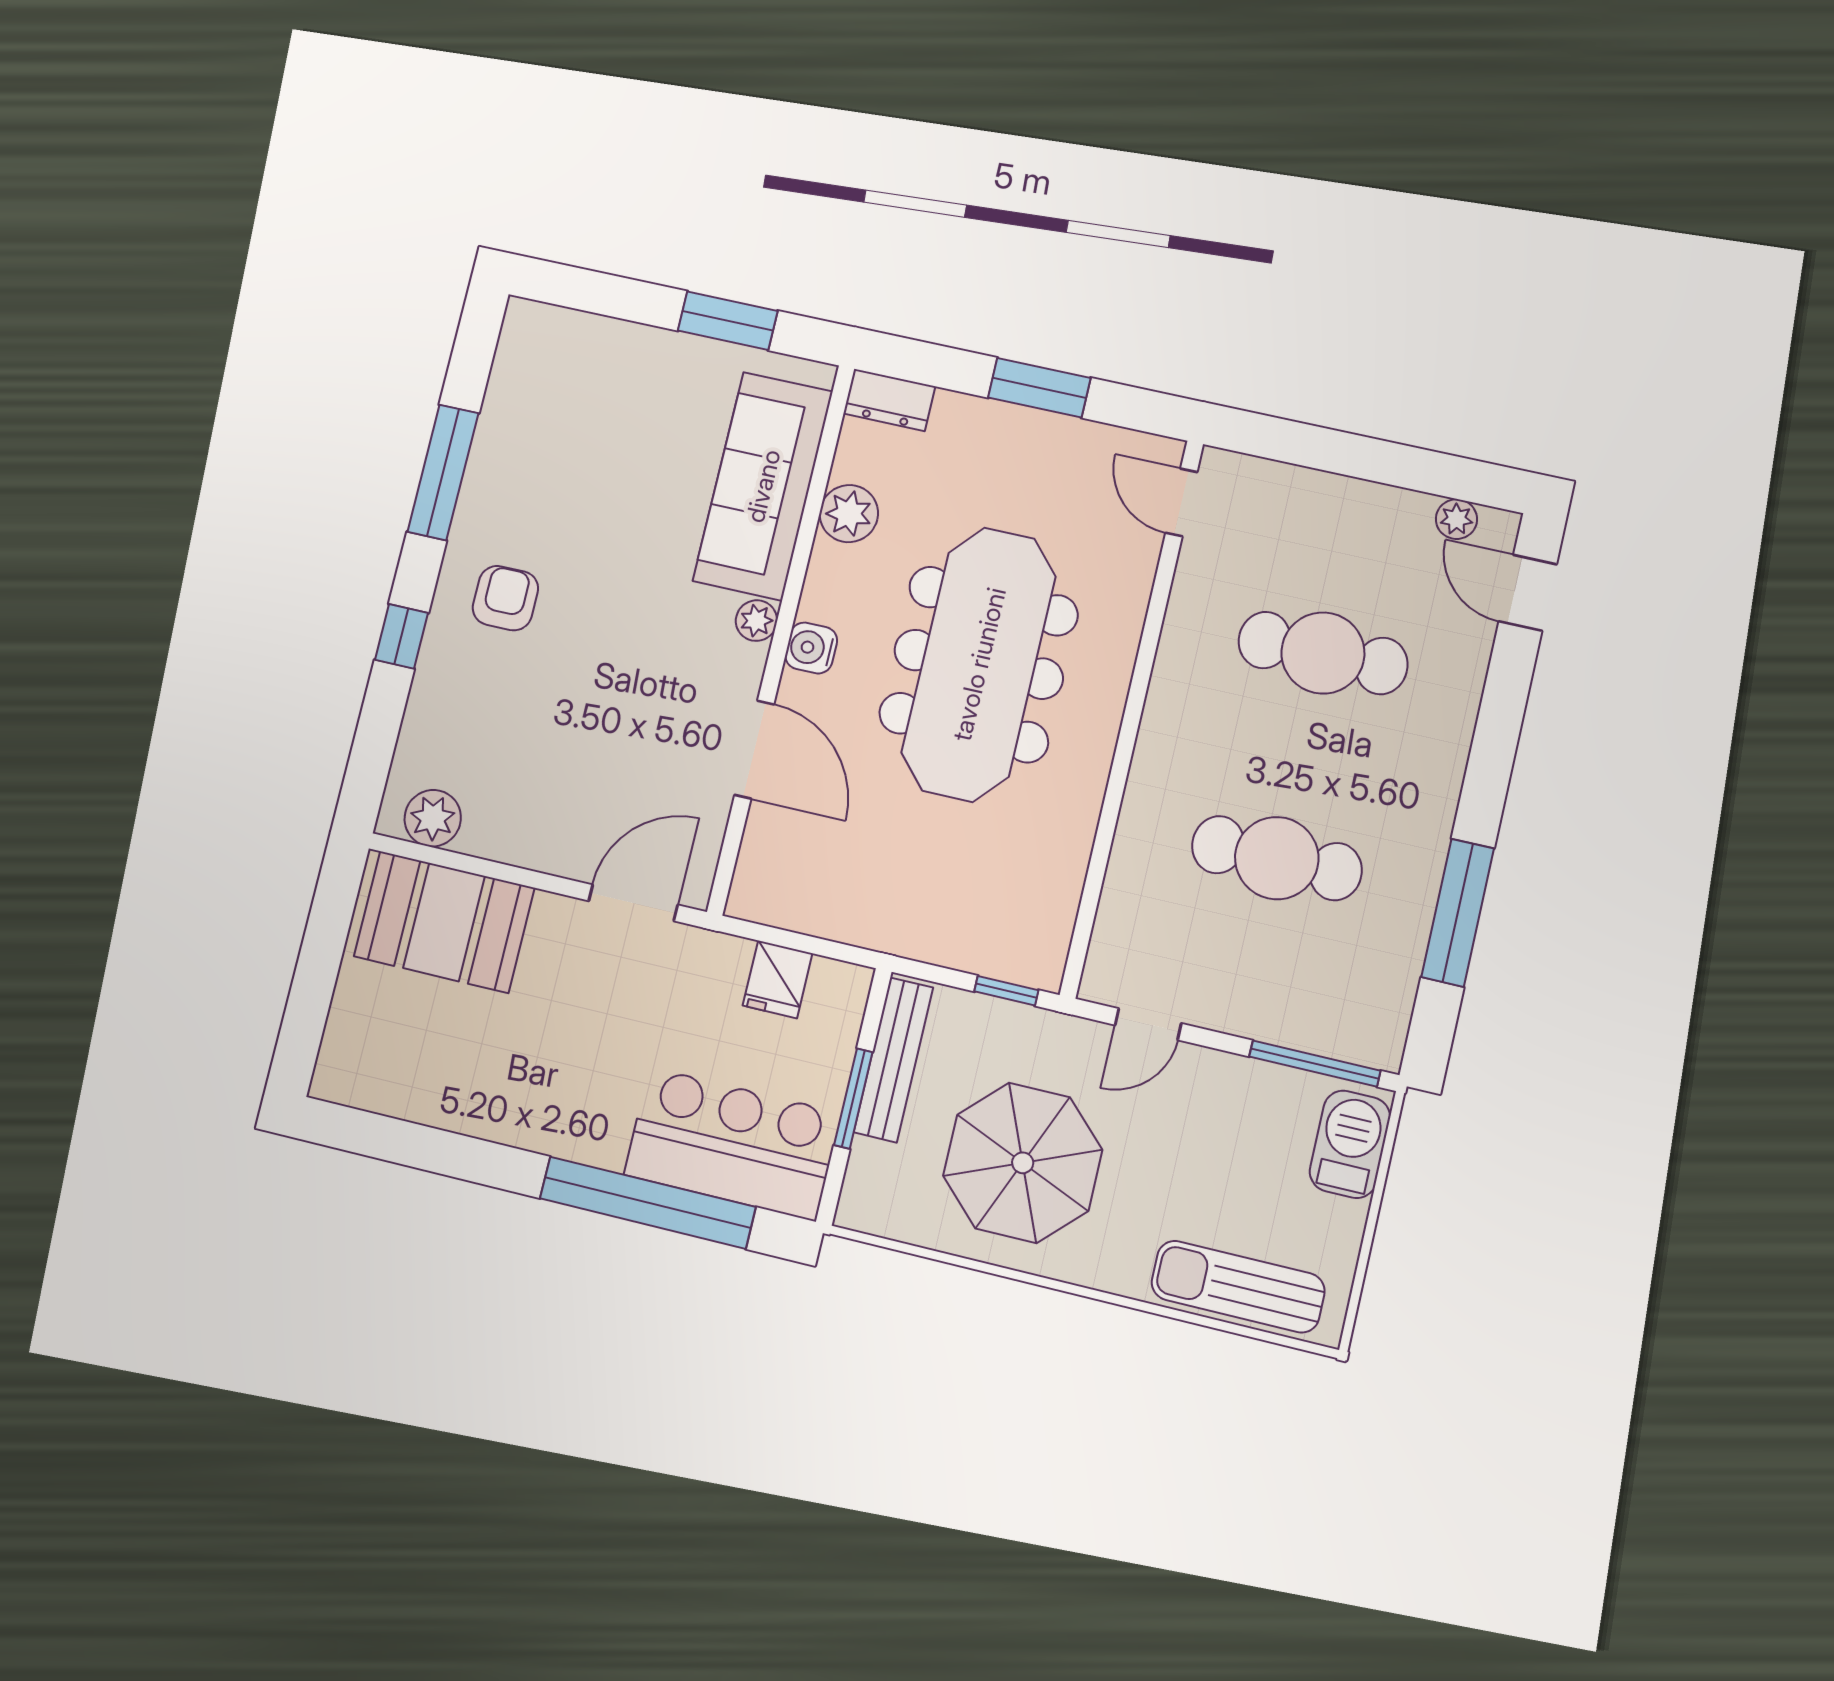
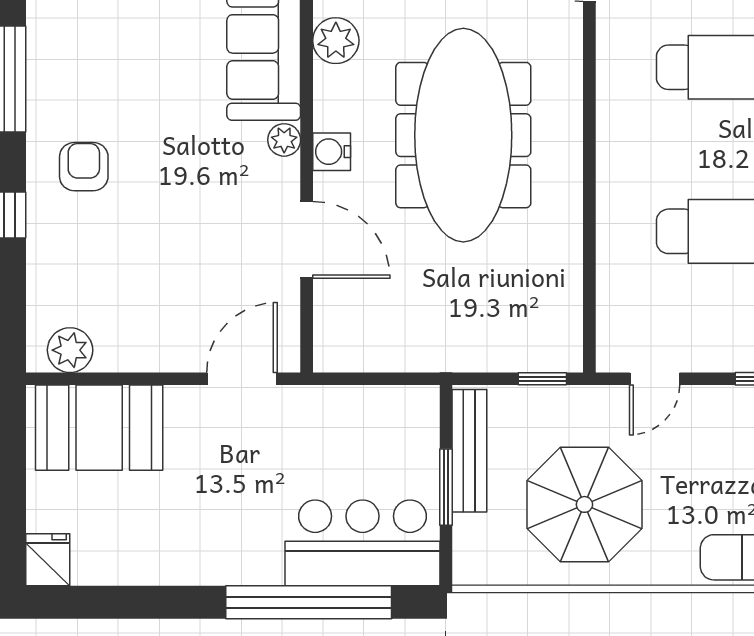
fridge: (778, 979) -> (48, 560), moved, turned 180

